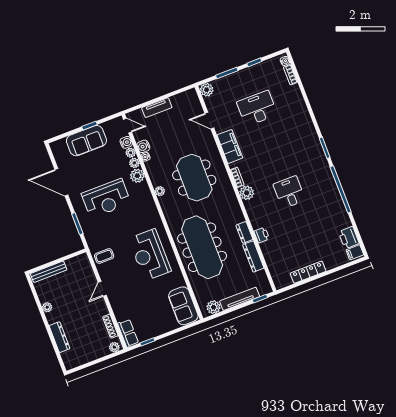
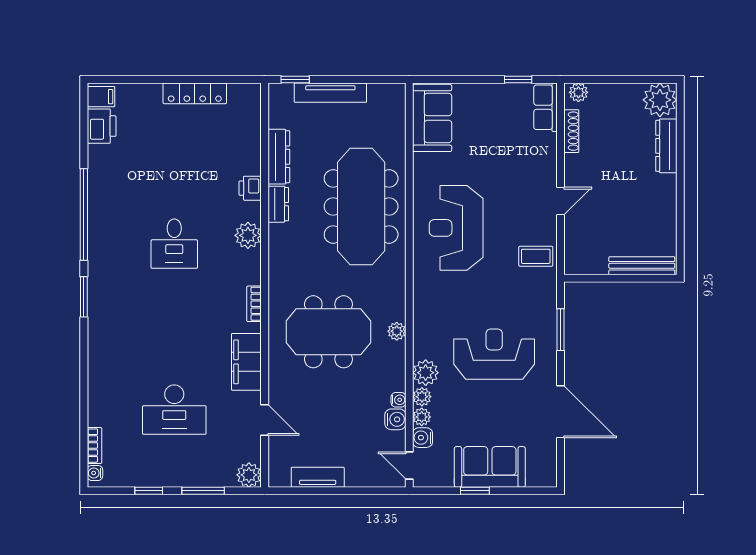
tv unit: (157, 108) -> (318, 477), moved
meeting table: (194, 178) -> (328, 332), turned 90
plant: (247, 193) -> (248, 235), moved
reception desk: (150, 255) -> (456, 228), turned 180
plant: (47, 307) -> (660, 100), moved, width x1.87, depth x1.87
plant: (214, 307) -> (381, 96), removed

